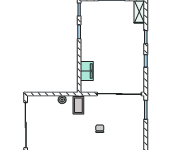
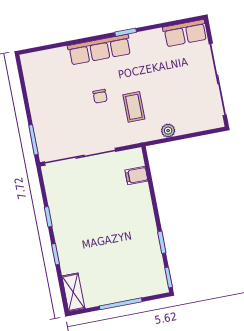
filing cabinet: (87, 71) -> (136, 176), width x0.50
coffee table: (78, 105) -> (134, 107), moved

